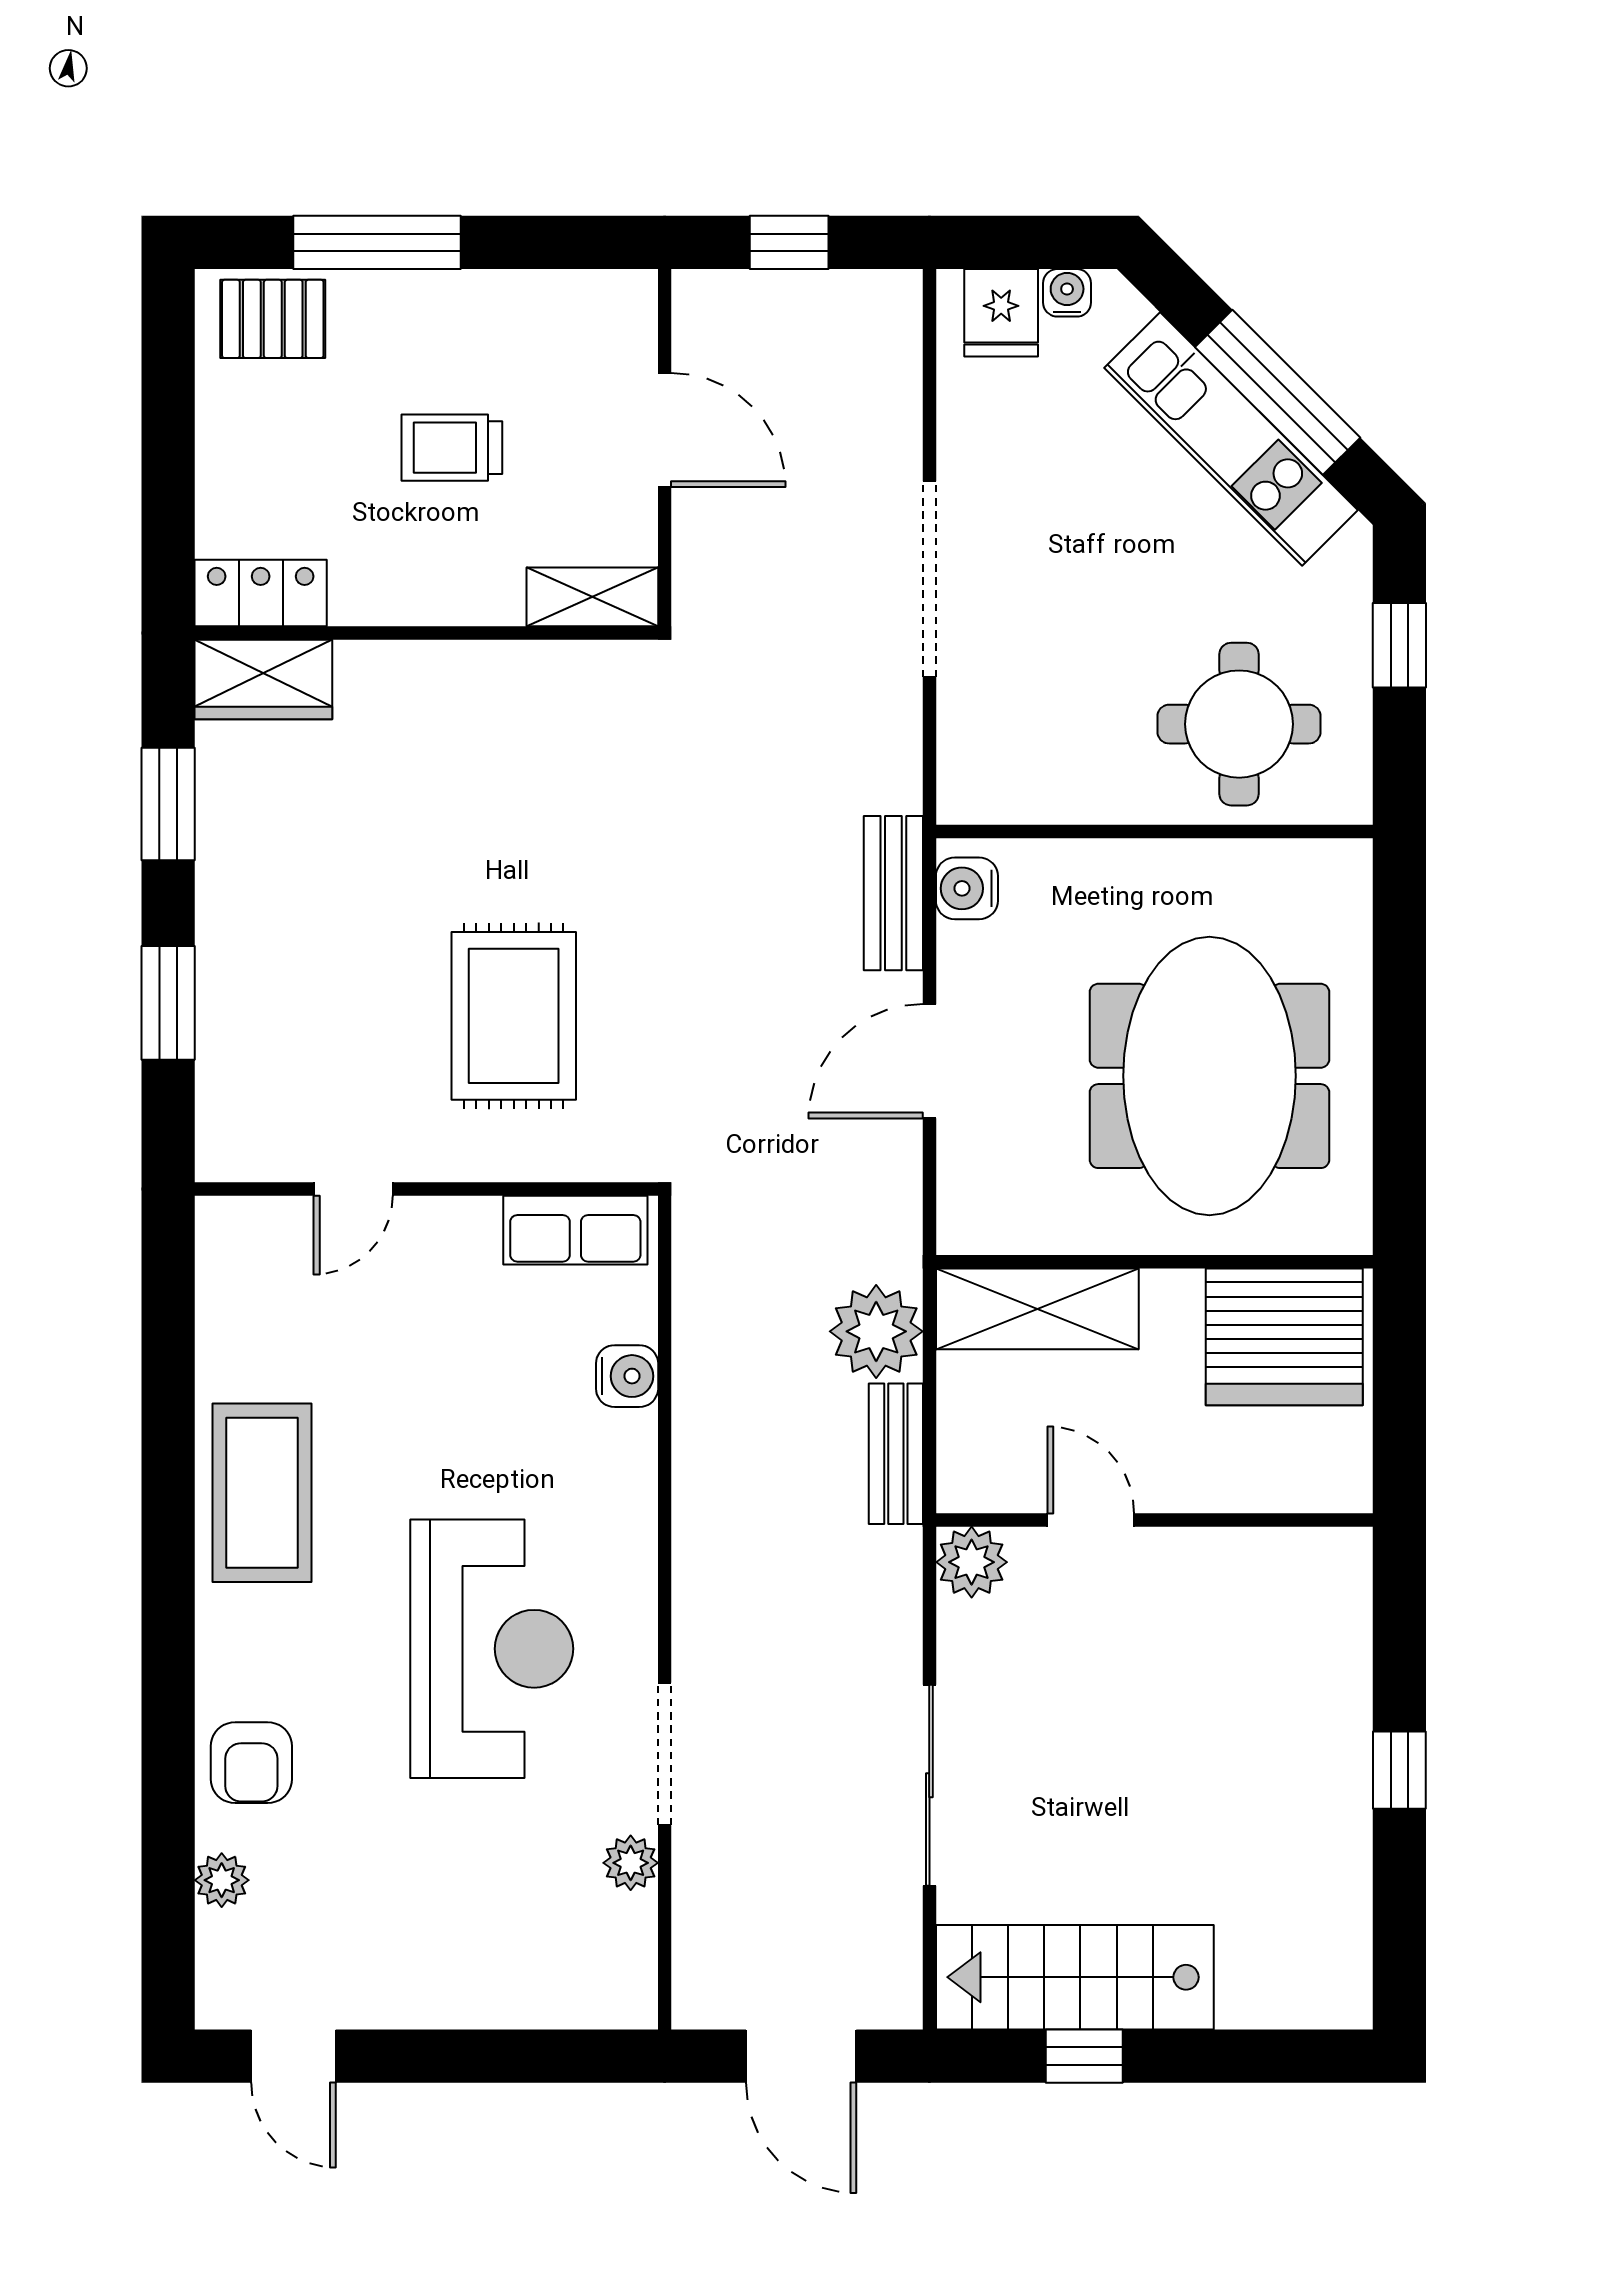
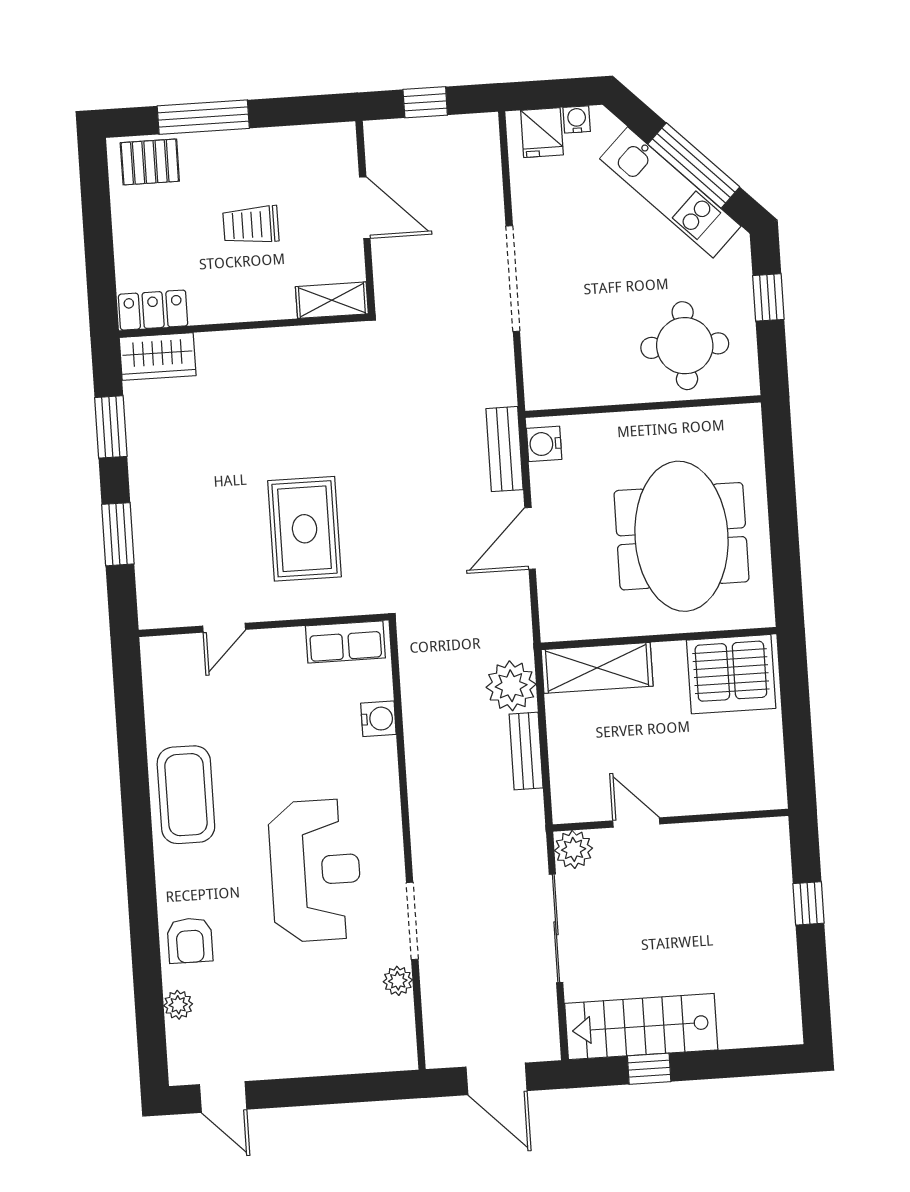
door: (1091, 1520) -> (636, 822), moved
wall: (1154, 1520) -> (671, 820), moved
plant: (972, 1562) -> (574, 849), moved

